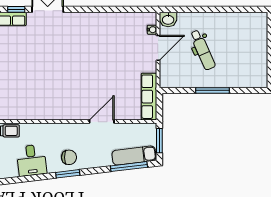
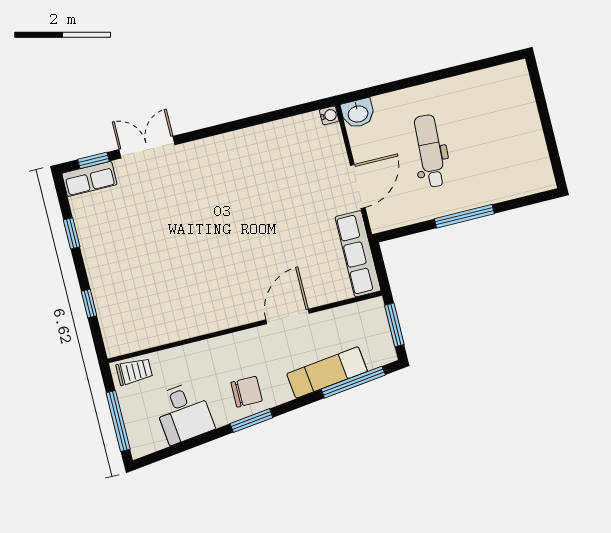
water cooler: (152, 30) -> (329, 115), moved
door: (158, 48) -> (358, 186), moved
dental chair: (203, 50) -> (430, 151), turned -153
exam couch: (134, 156) -> (327, 372), moved

